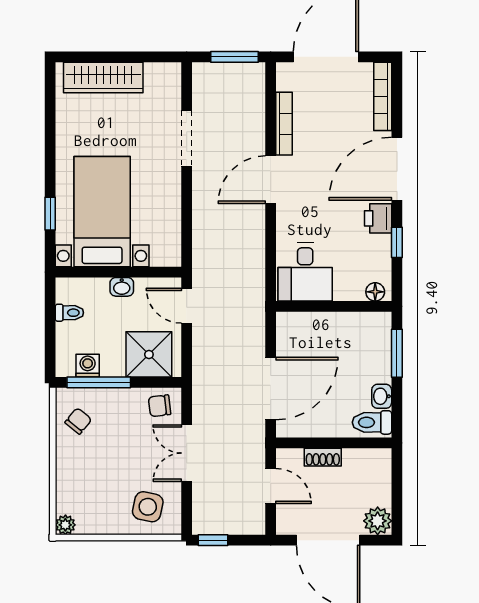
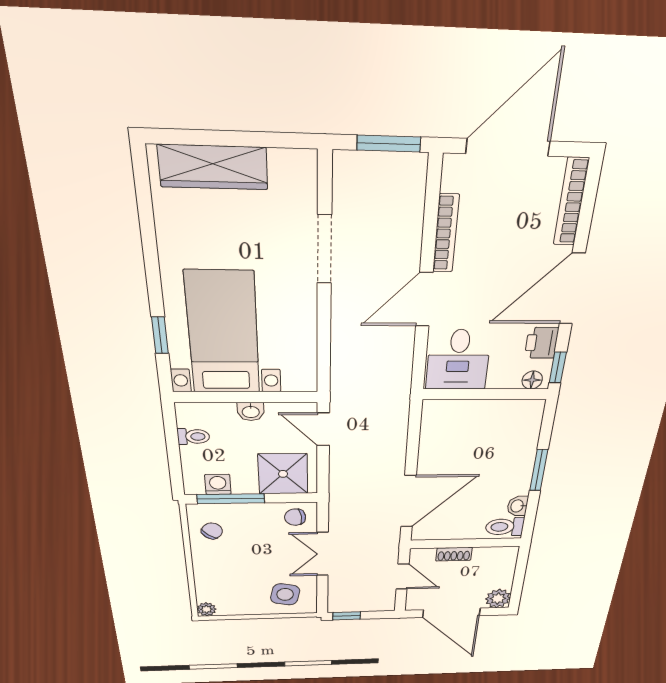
desk: (305, 272) -> (458, 360), moved
floor lamp: (375, 292) -> (532, 380), moved
wall: (334, 306) -> (485, 394), moved

